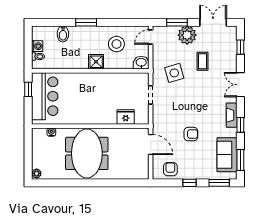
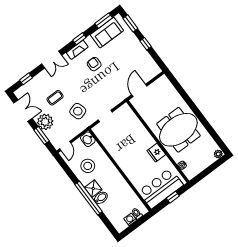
window: (86, 22) -> (89, 198), width x2.11
double door: (213, 22) -> (23, 111), swing flipped
bidet: (63, 34) -> (101, 198), moved
door: (151, 37) -> (65, 146), hinge flipped
shower: (96, 62) -> (93, 189), moved
window: (28, 89) -> (173, 197), moved
fridge: (126, 117) -> (156, 153), moved
armchair: (191, 134) -> (94, 64), moved
armchair: (170, 169) -> (146, 64), removed

